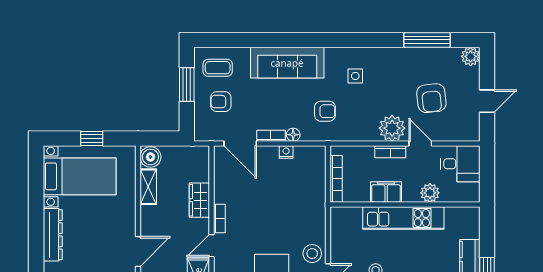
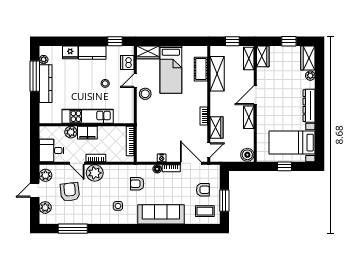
plant: (471, 56) -> (45, 207), moved
plant: (470, 124) -> (45, 175), added
shelving: (148, 187) -> (249, 117), moved
filing cabinet: (386, 192) -> (87, 133), moved
door: (211, 246) -> (209, 150), moved

